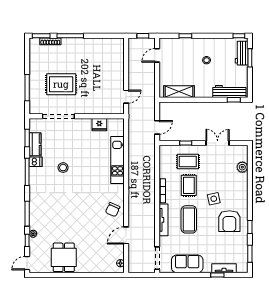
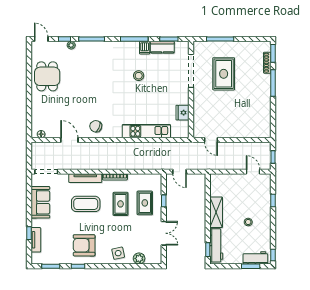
shelving: (179, 92) -> (216, 212), moved
rug: (189, 185) -> (121, 204), turned 90
side table: (214, 199) -> (118, 253), moved
dining table: (64, 257) -> (47, 76), turned 90

